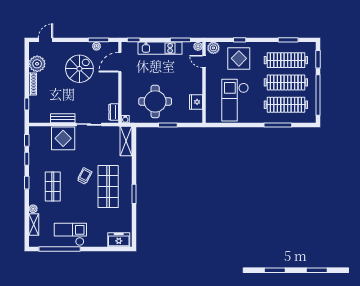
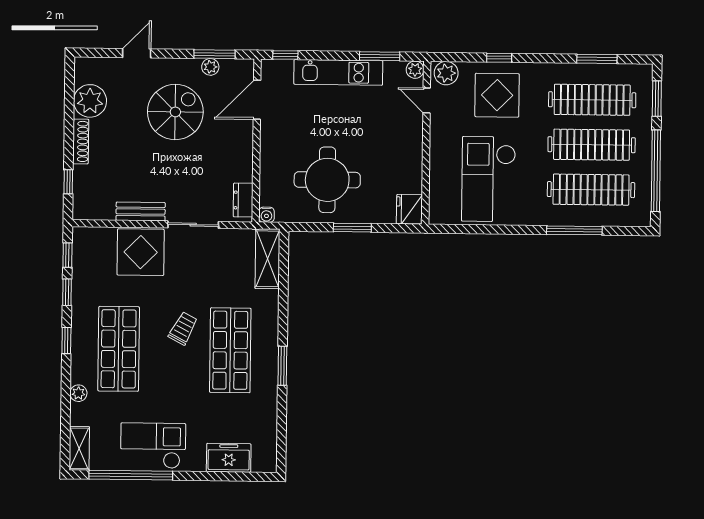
door: (46, 40) -> (137, 53), moved
fridge: (196, 102) -> (409, 209), moved
shop shelf: (53, 187) -> (119, 349), width x1.43, depth x1.36
shelving: (34, 225) -> (79, 448), moved
freezer: (119, 240) -> (229, 458), moved

